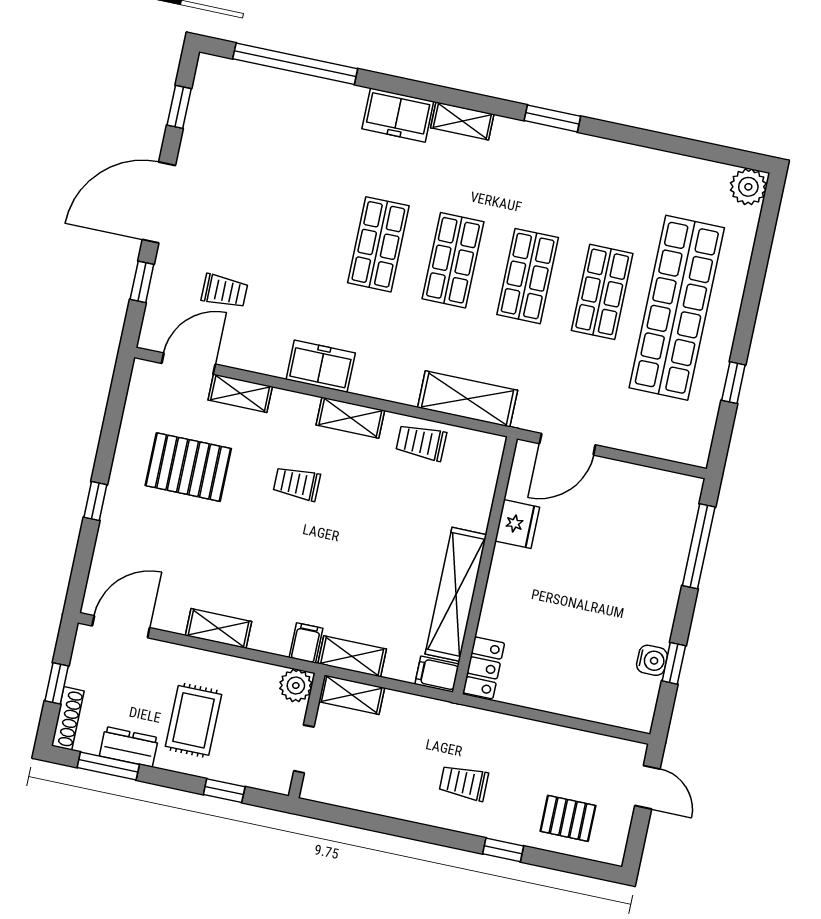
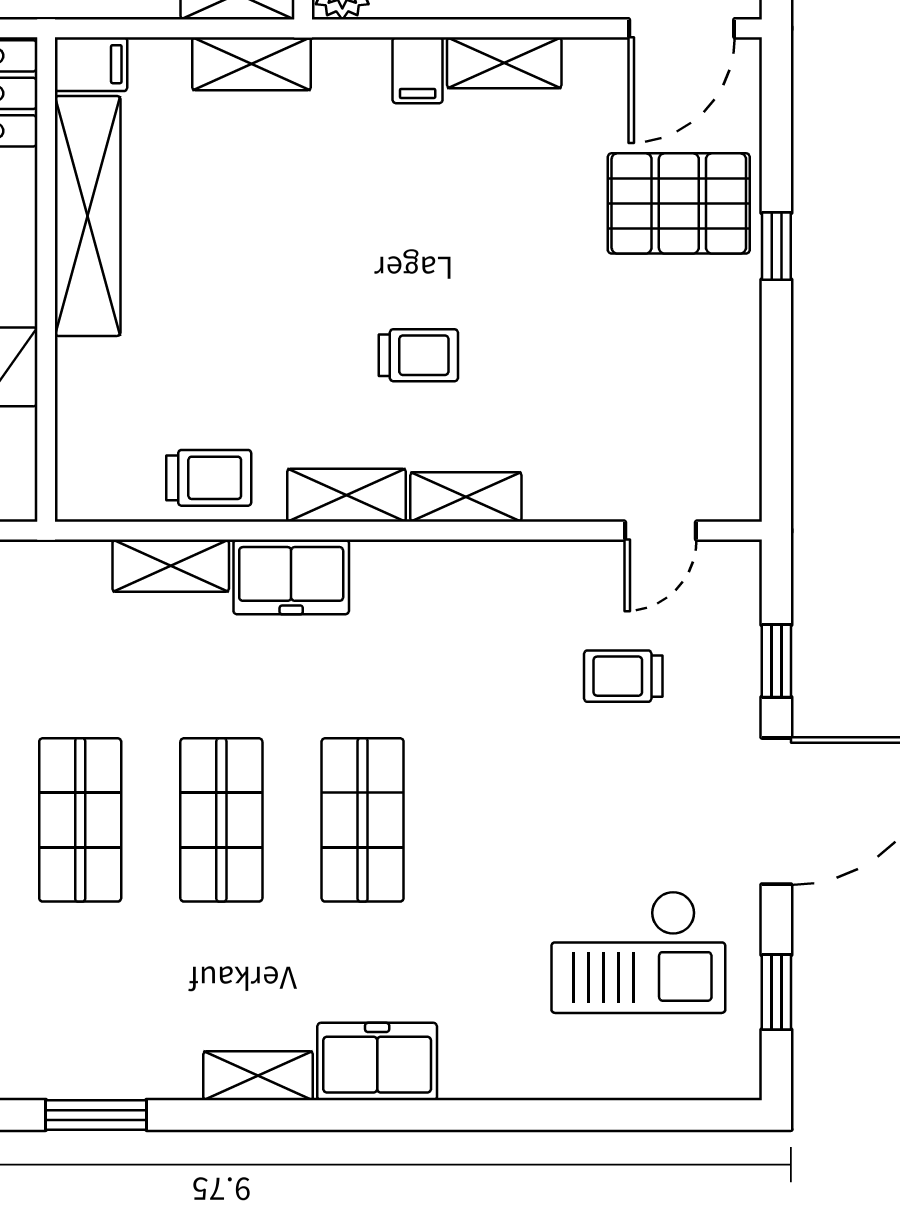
window: (295, 64) -> (583, 1115), removed
checkout: (248, 144) -> (638, 952), added
door: (189, 364) -> (661, 531), width x0.73
freezer: (321, 366) -> (291, 577), moved
shelving: (240, 393) -> (466, 497), moved
shelving: (468, 399) -> (171, 566), width x0.67, depth x0.75
pallet: (188, 467) -> (679, 203), moved
filing cabinet: (306, 643) -> (418, 70), moved

